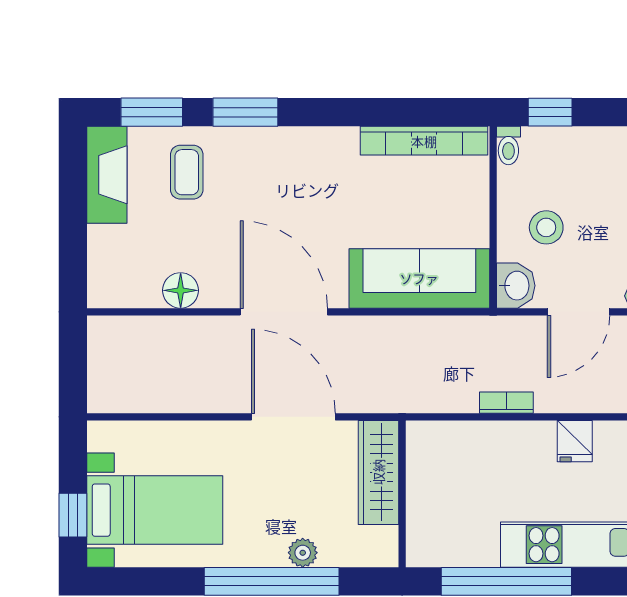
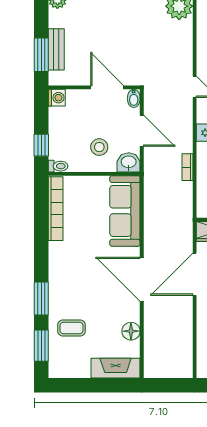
fireplace: (107, 175) -> (116, 368), moved
door: (284, 312) -> (142, 279), hinge flipped

